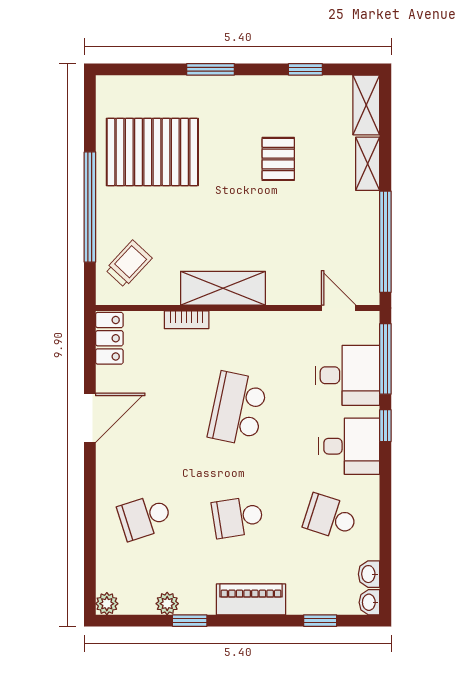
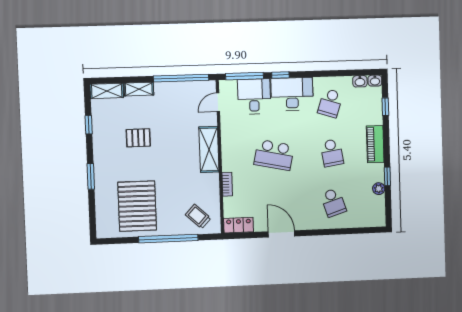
shelving: (223, 288) -> (209, 149), moved
desk: (349, 446) -> (292, 94), width x1.37
plant: (107, 604) -> (380, 221), removed

